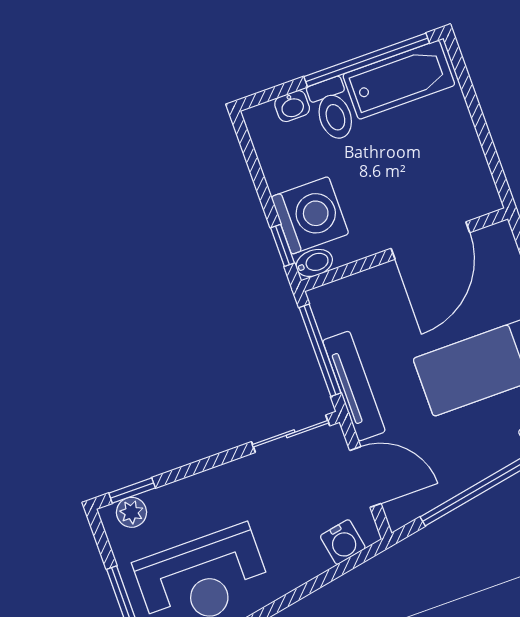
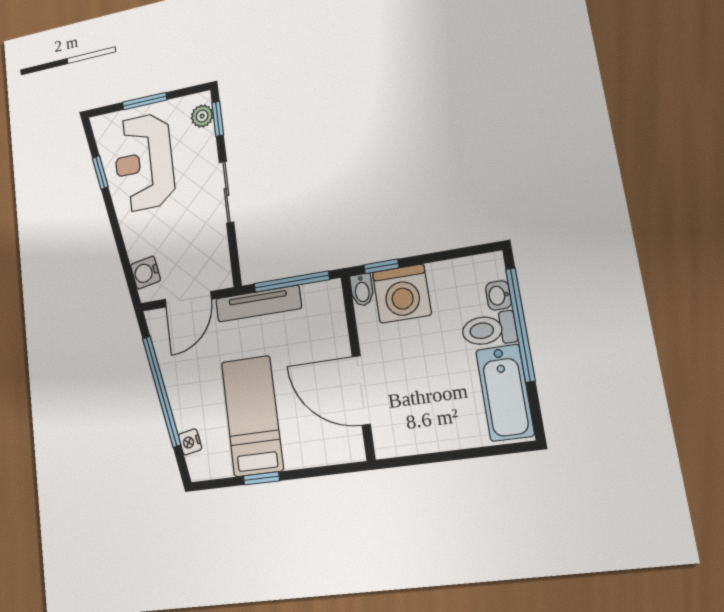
window: (367, 60) -> (520, 325), moved
sliding door: (291, 434) -> (226, 192), moved

